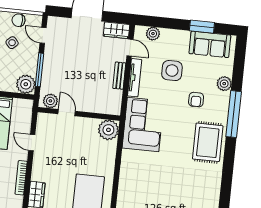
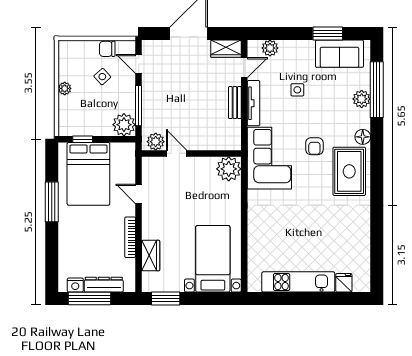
door: (130, 48) -> (244, 68), hinge flipped
side table: (172, 71) -> (297, 90), width x0.54, depth x0.54
armchair: (196, 100) -> (314, 146), moved
window: (234, 114) -> (377, 90), moved
floor lamp: (222, 115) -> (363, 137), added

